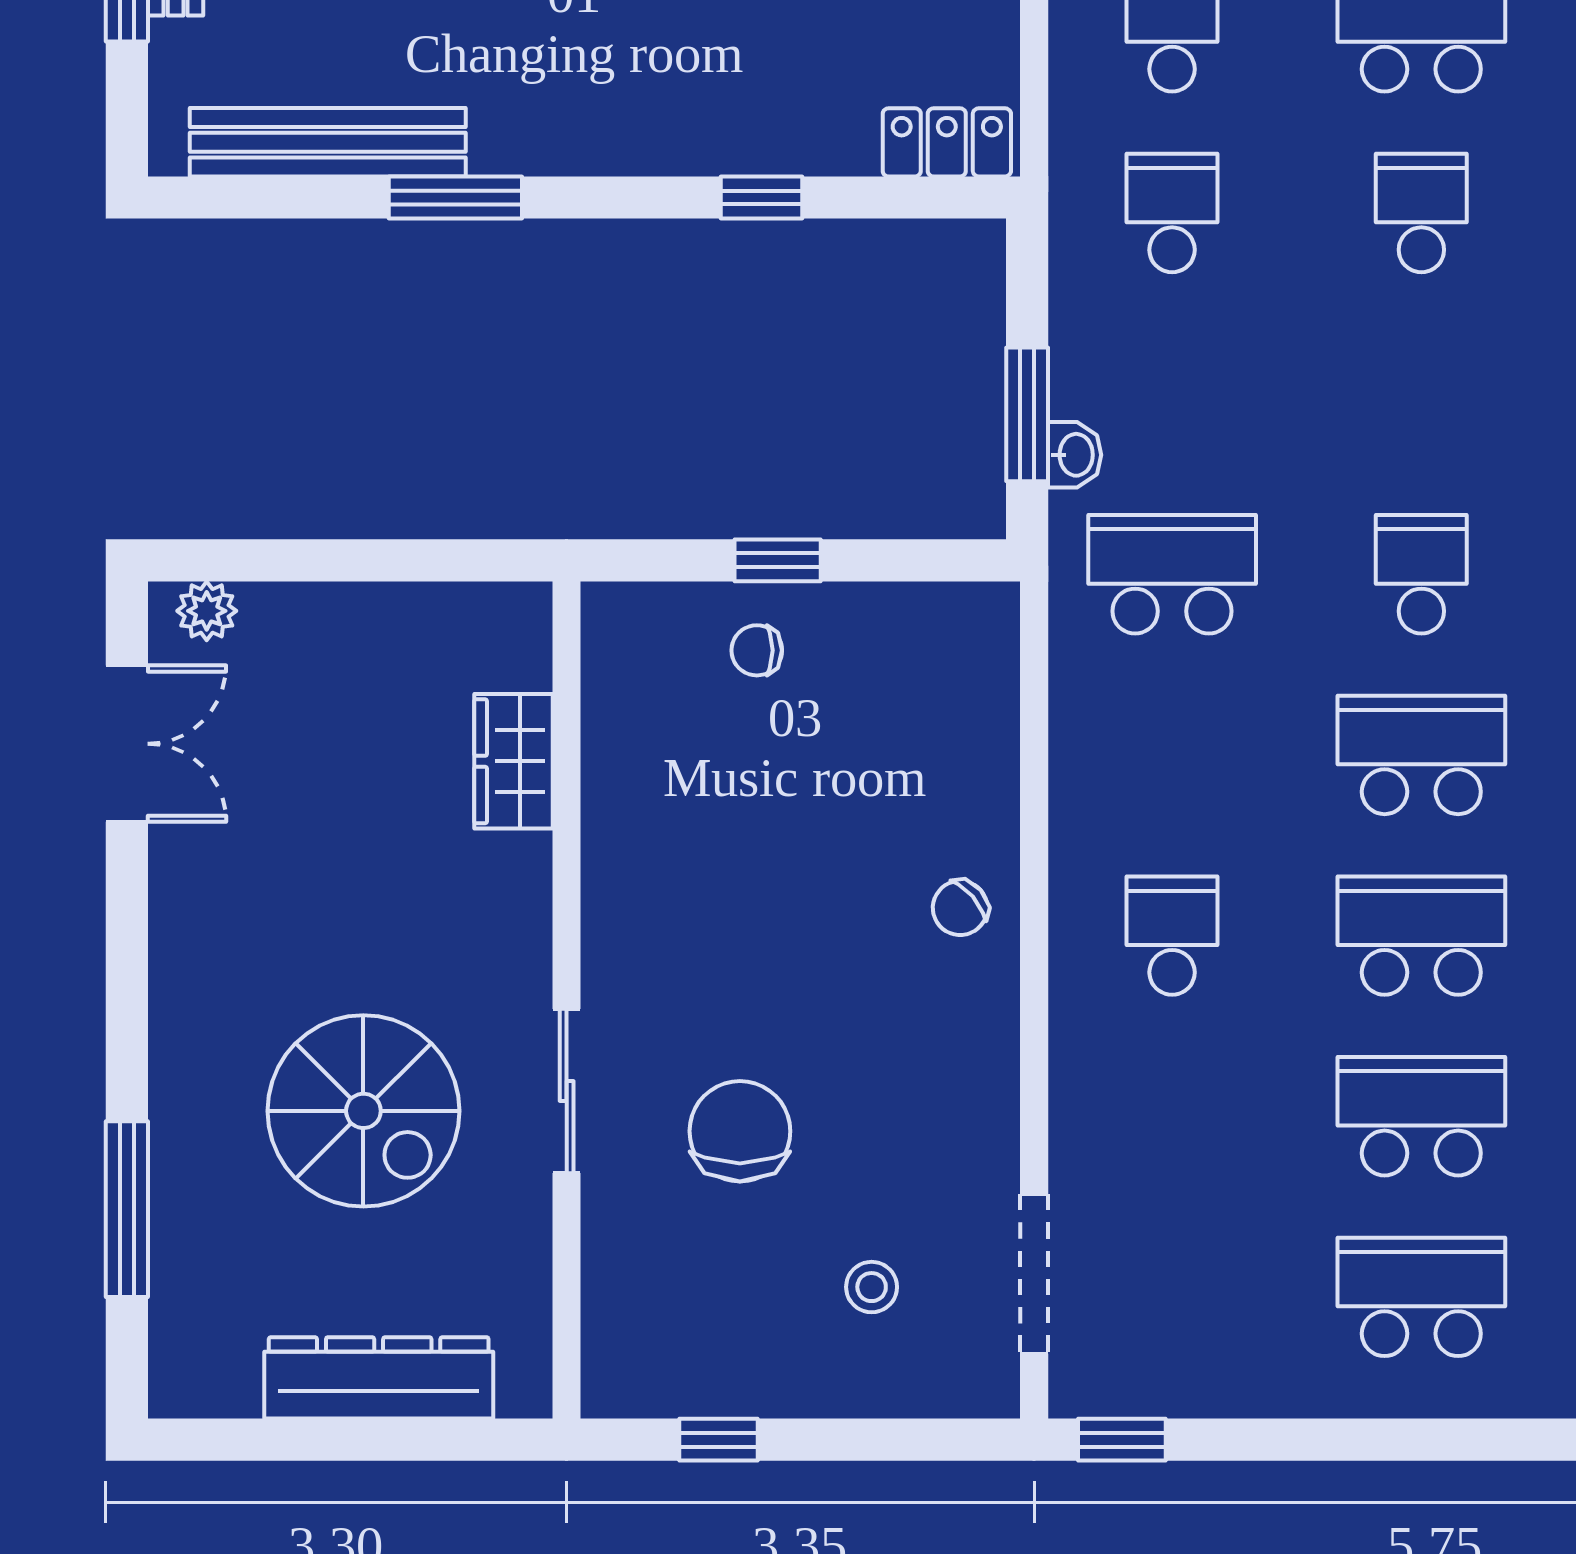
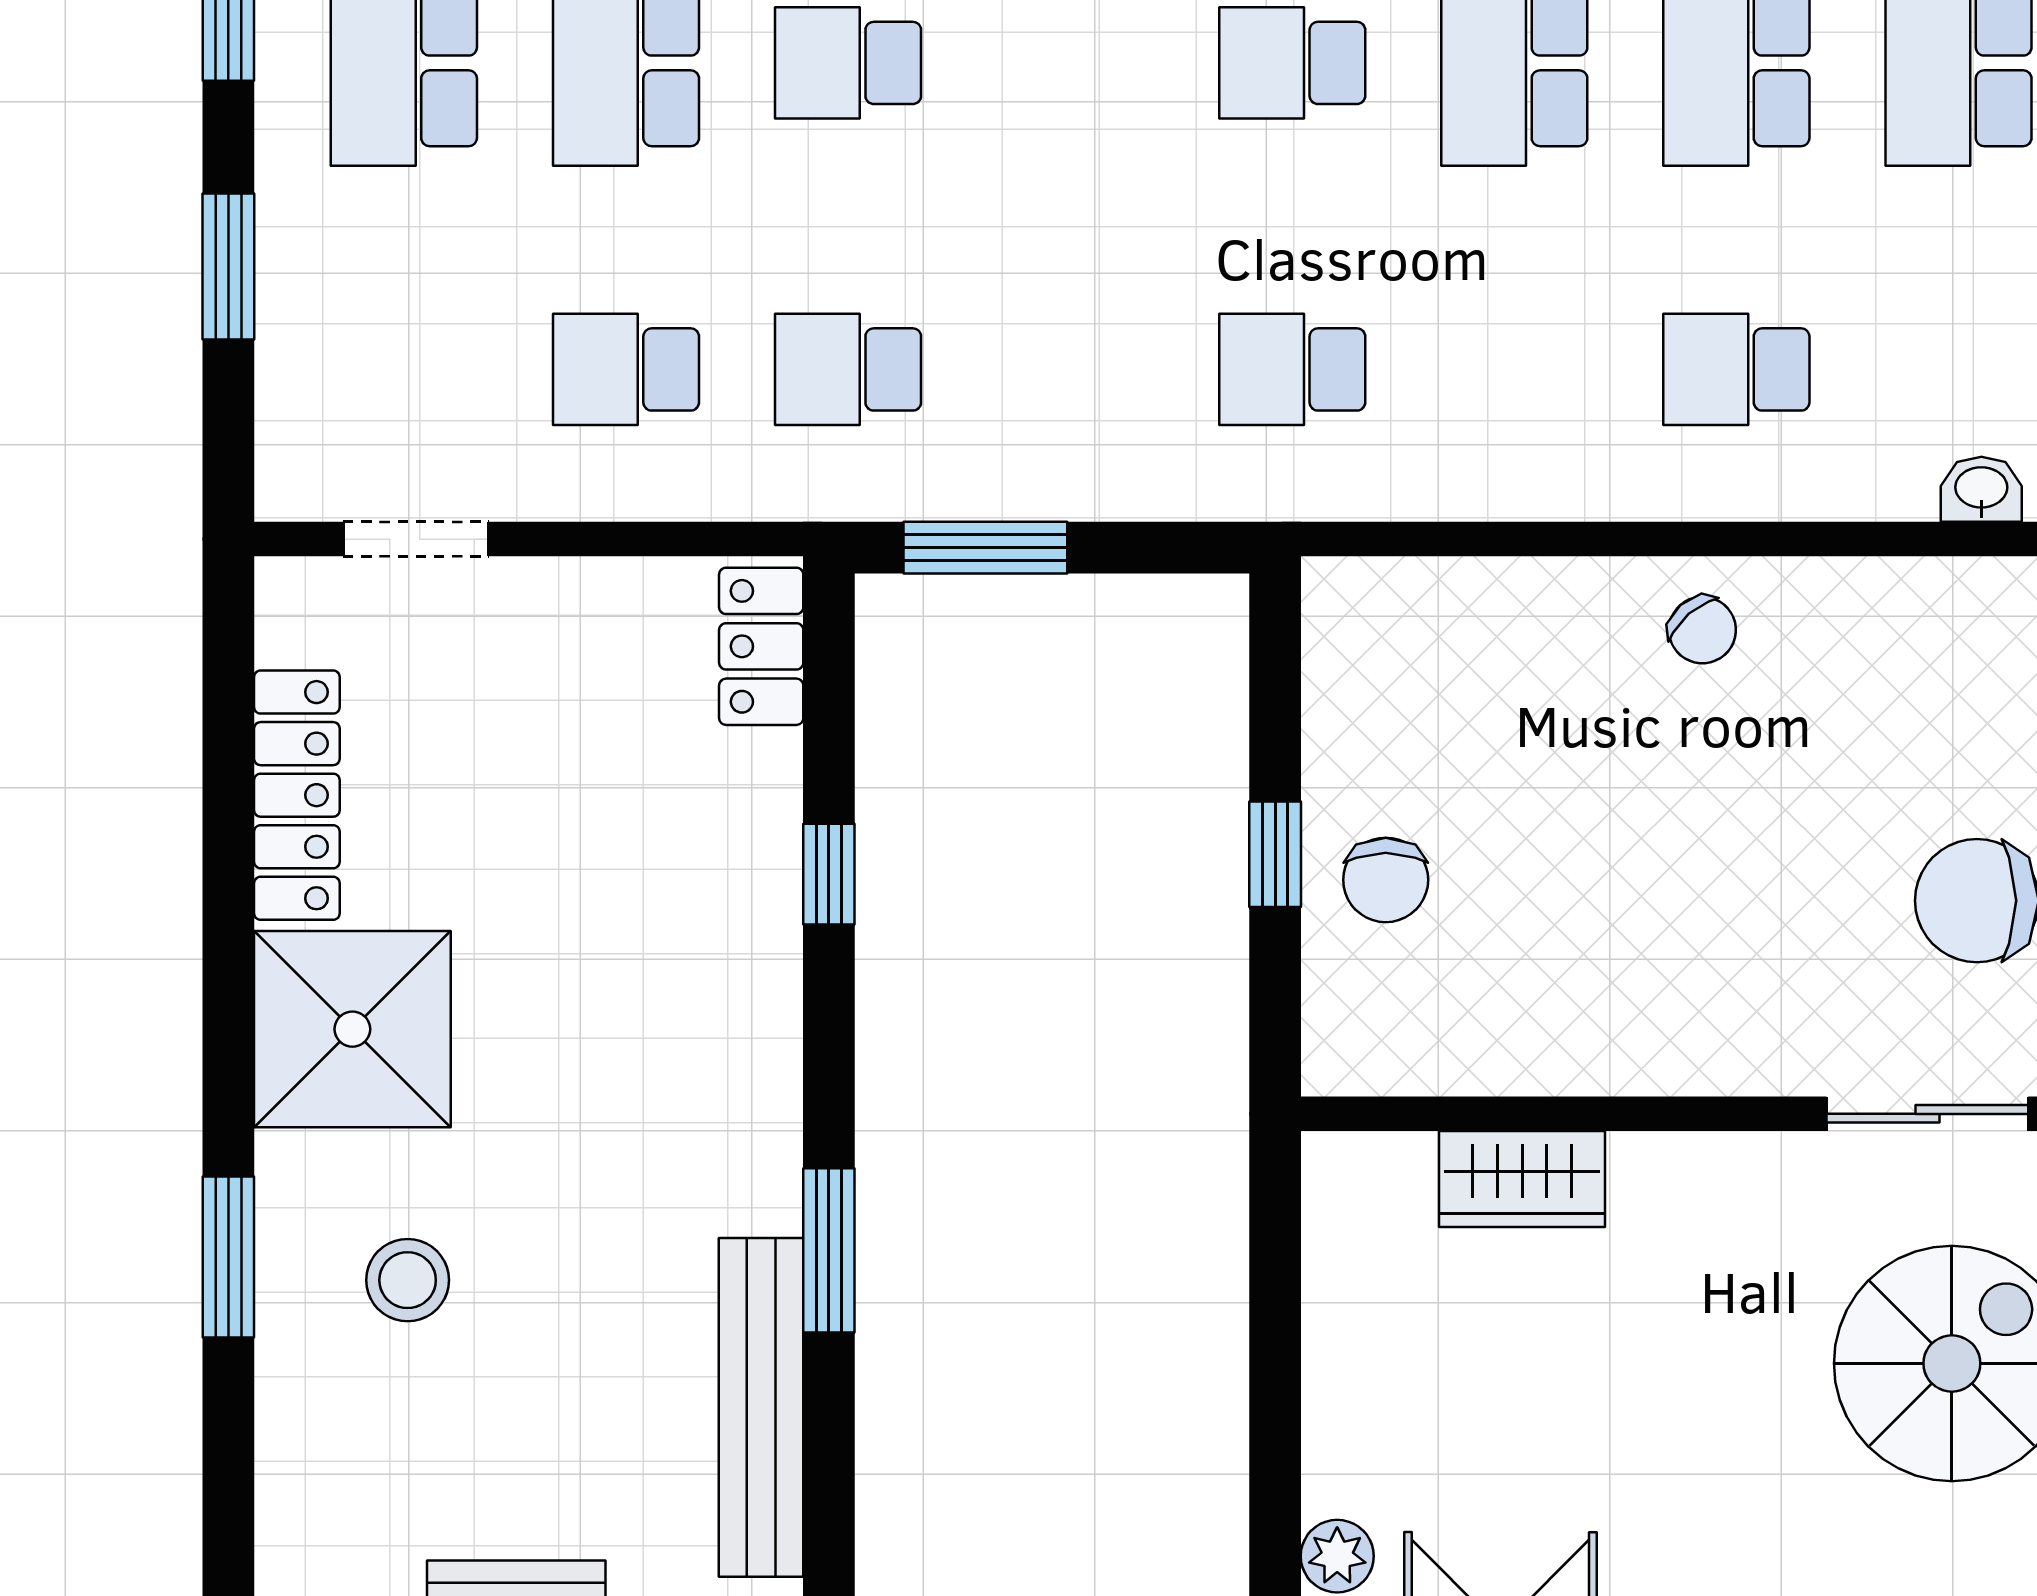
window: (1027, 414) -> (985, 548), moved
washbasin: (1075, 455) -> (1981, 489), moved
school desk: (1172, 574) -> (1292, 369), width x0.54
chair: (757, 650) -> (1386, 880), width x1.37, depth x1.37

